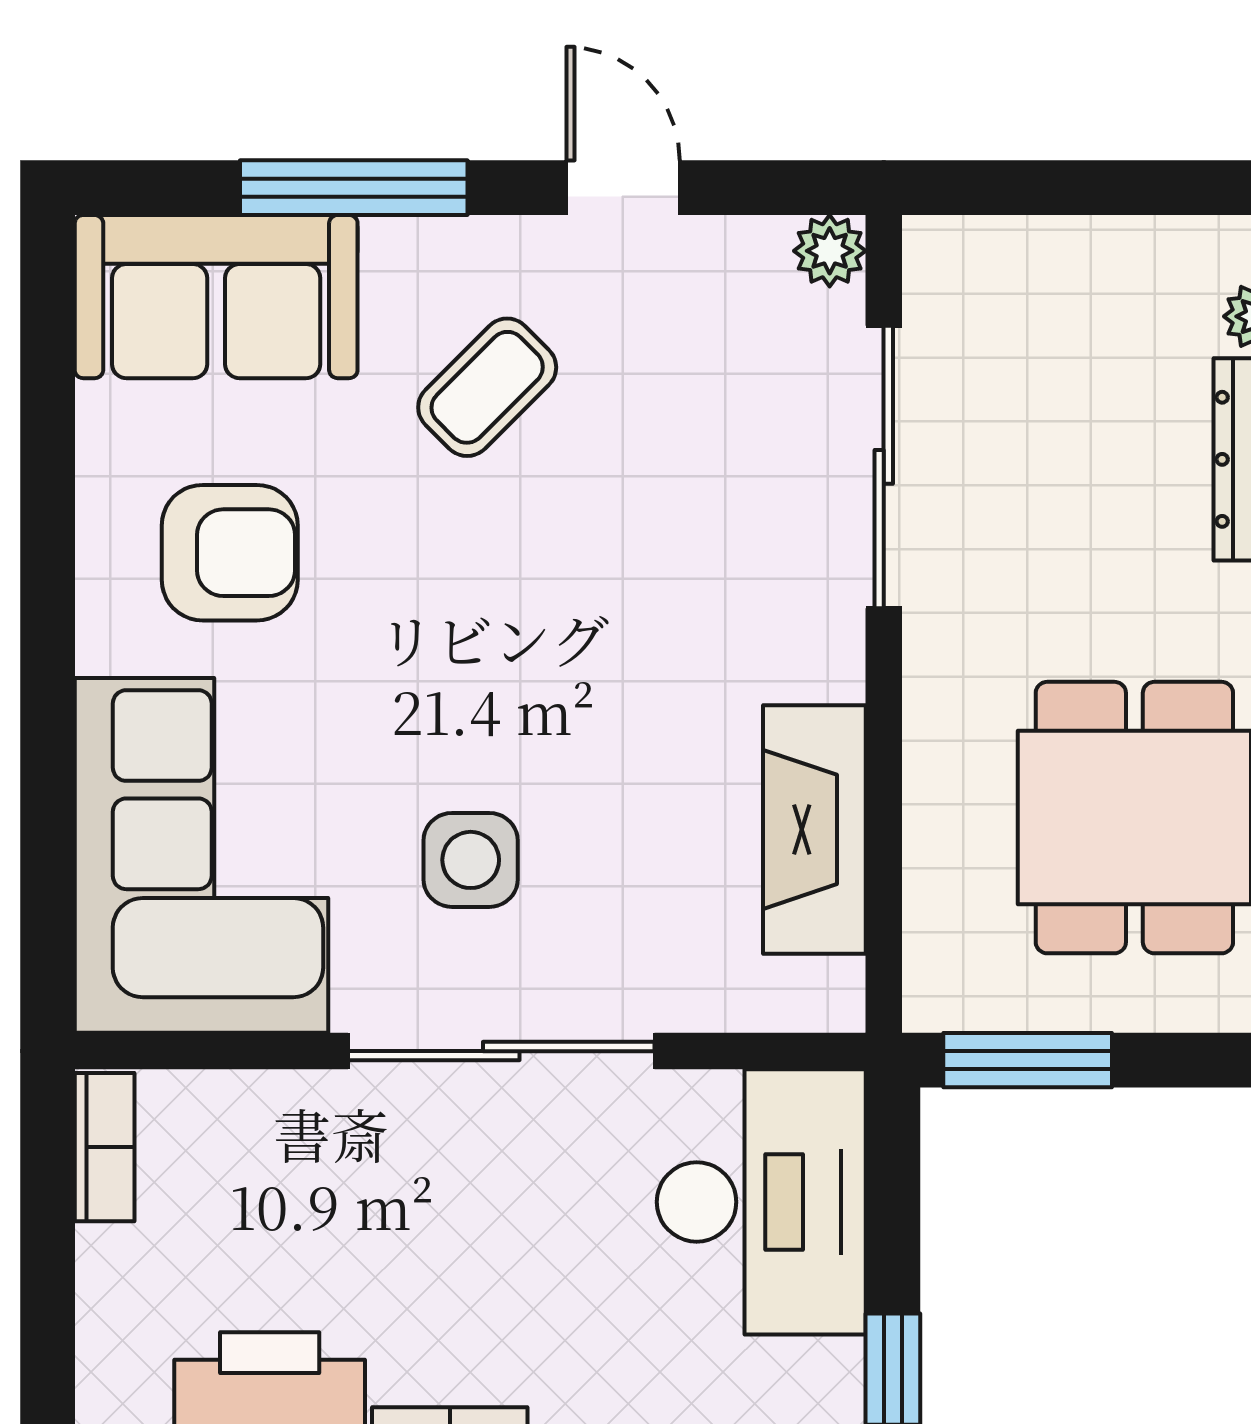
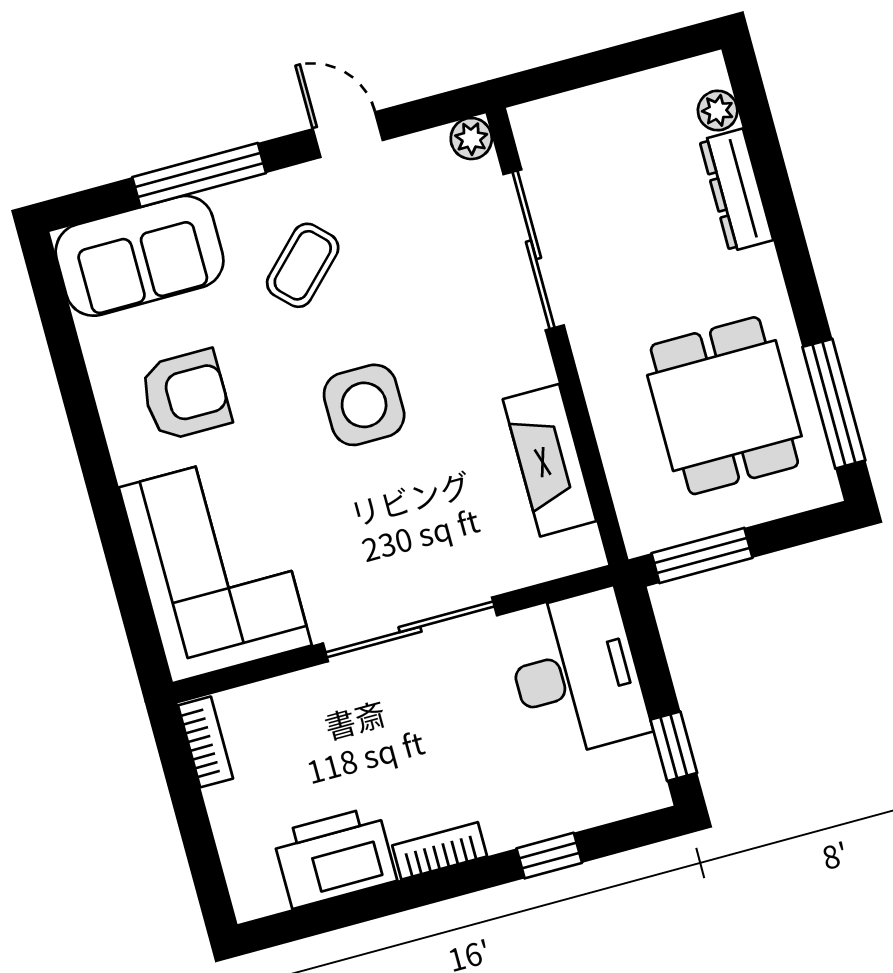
side table: (471, 860) -> (364, 405), moved, width x1.37, depth x1.37

